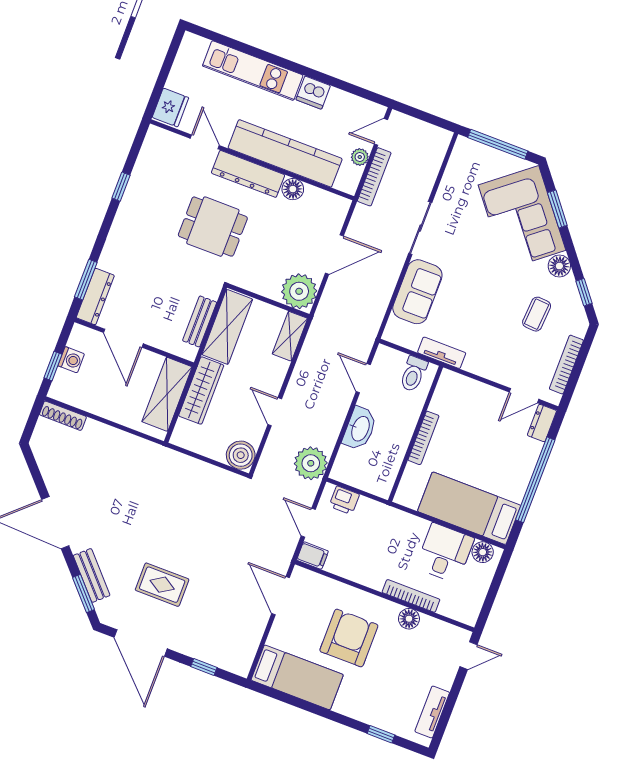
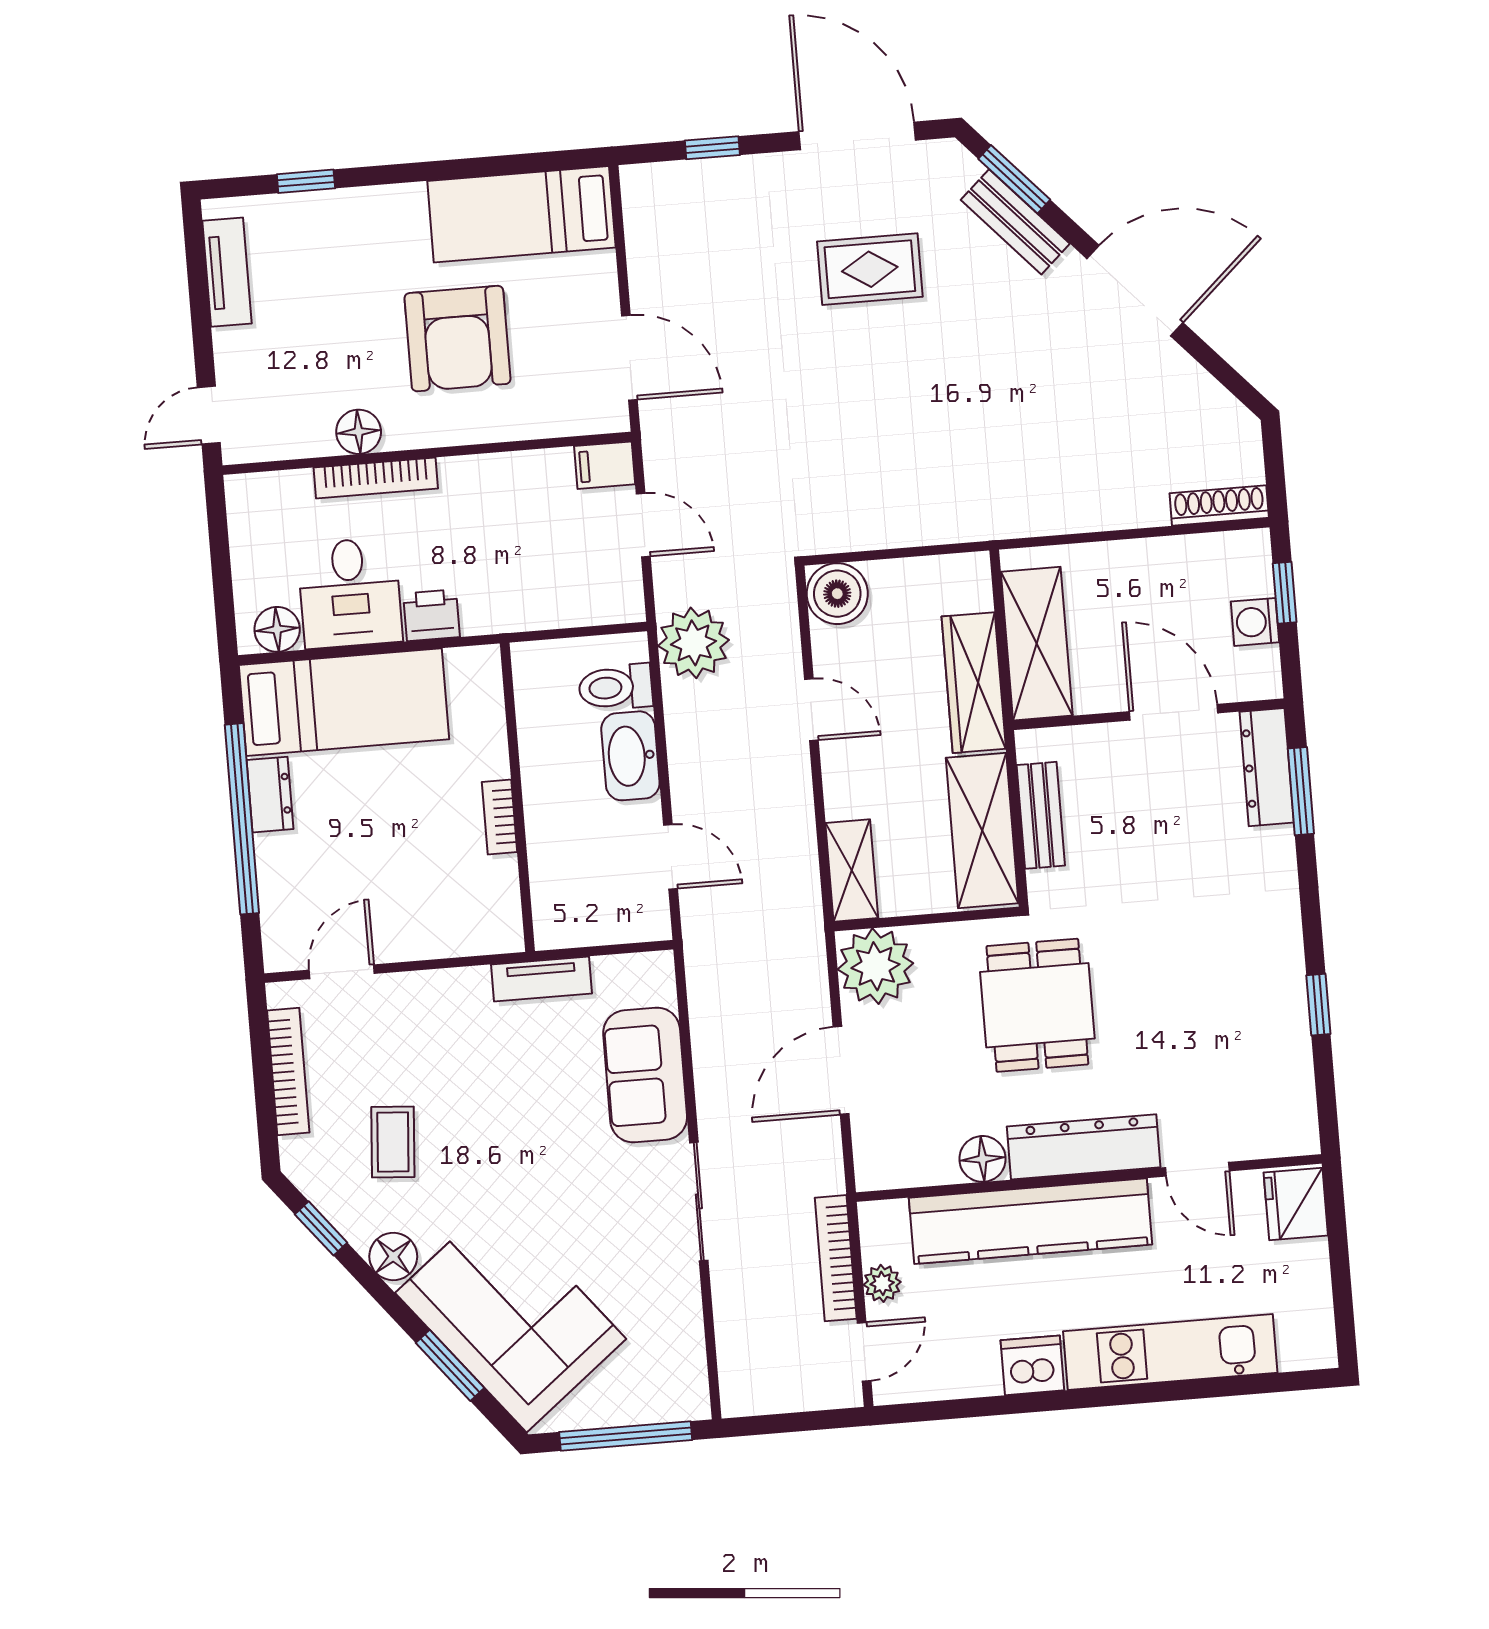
dining table: (213, 227) -> (1037, 1005), moved, turned 90
toilet: (413, 374) -> (616, 687), moved, turned -90
dresser: (542, 423) -> (270, 795), moved
bookcase: (423, 438) -> (500, 817), width x0.64
printer: (344, 500) -> (431, 615), moved

